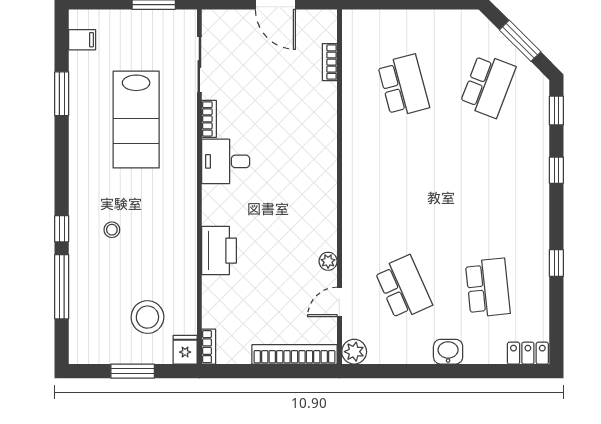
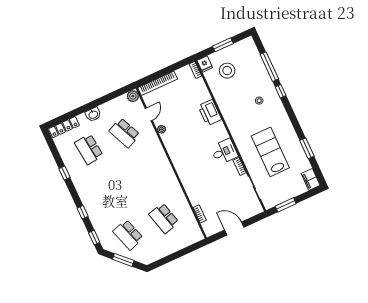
filing cabinet: (82, 40) -> (311, 179), width x2.00
school desk: (488, 86) -> (128, 235), turned -39
locker: (528, 353) -> (64, 127), width x1.53

